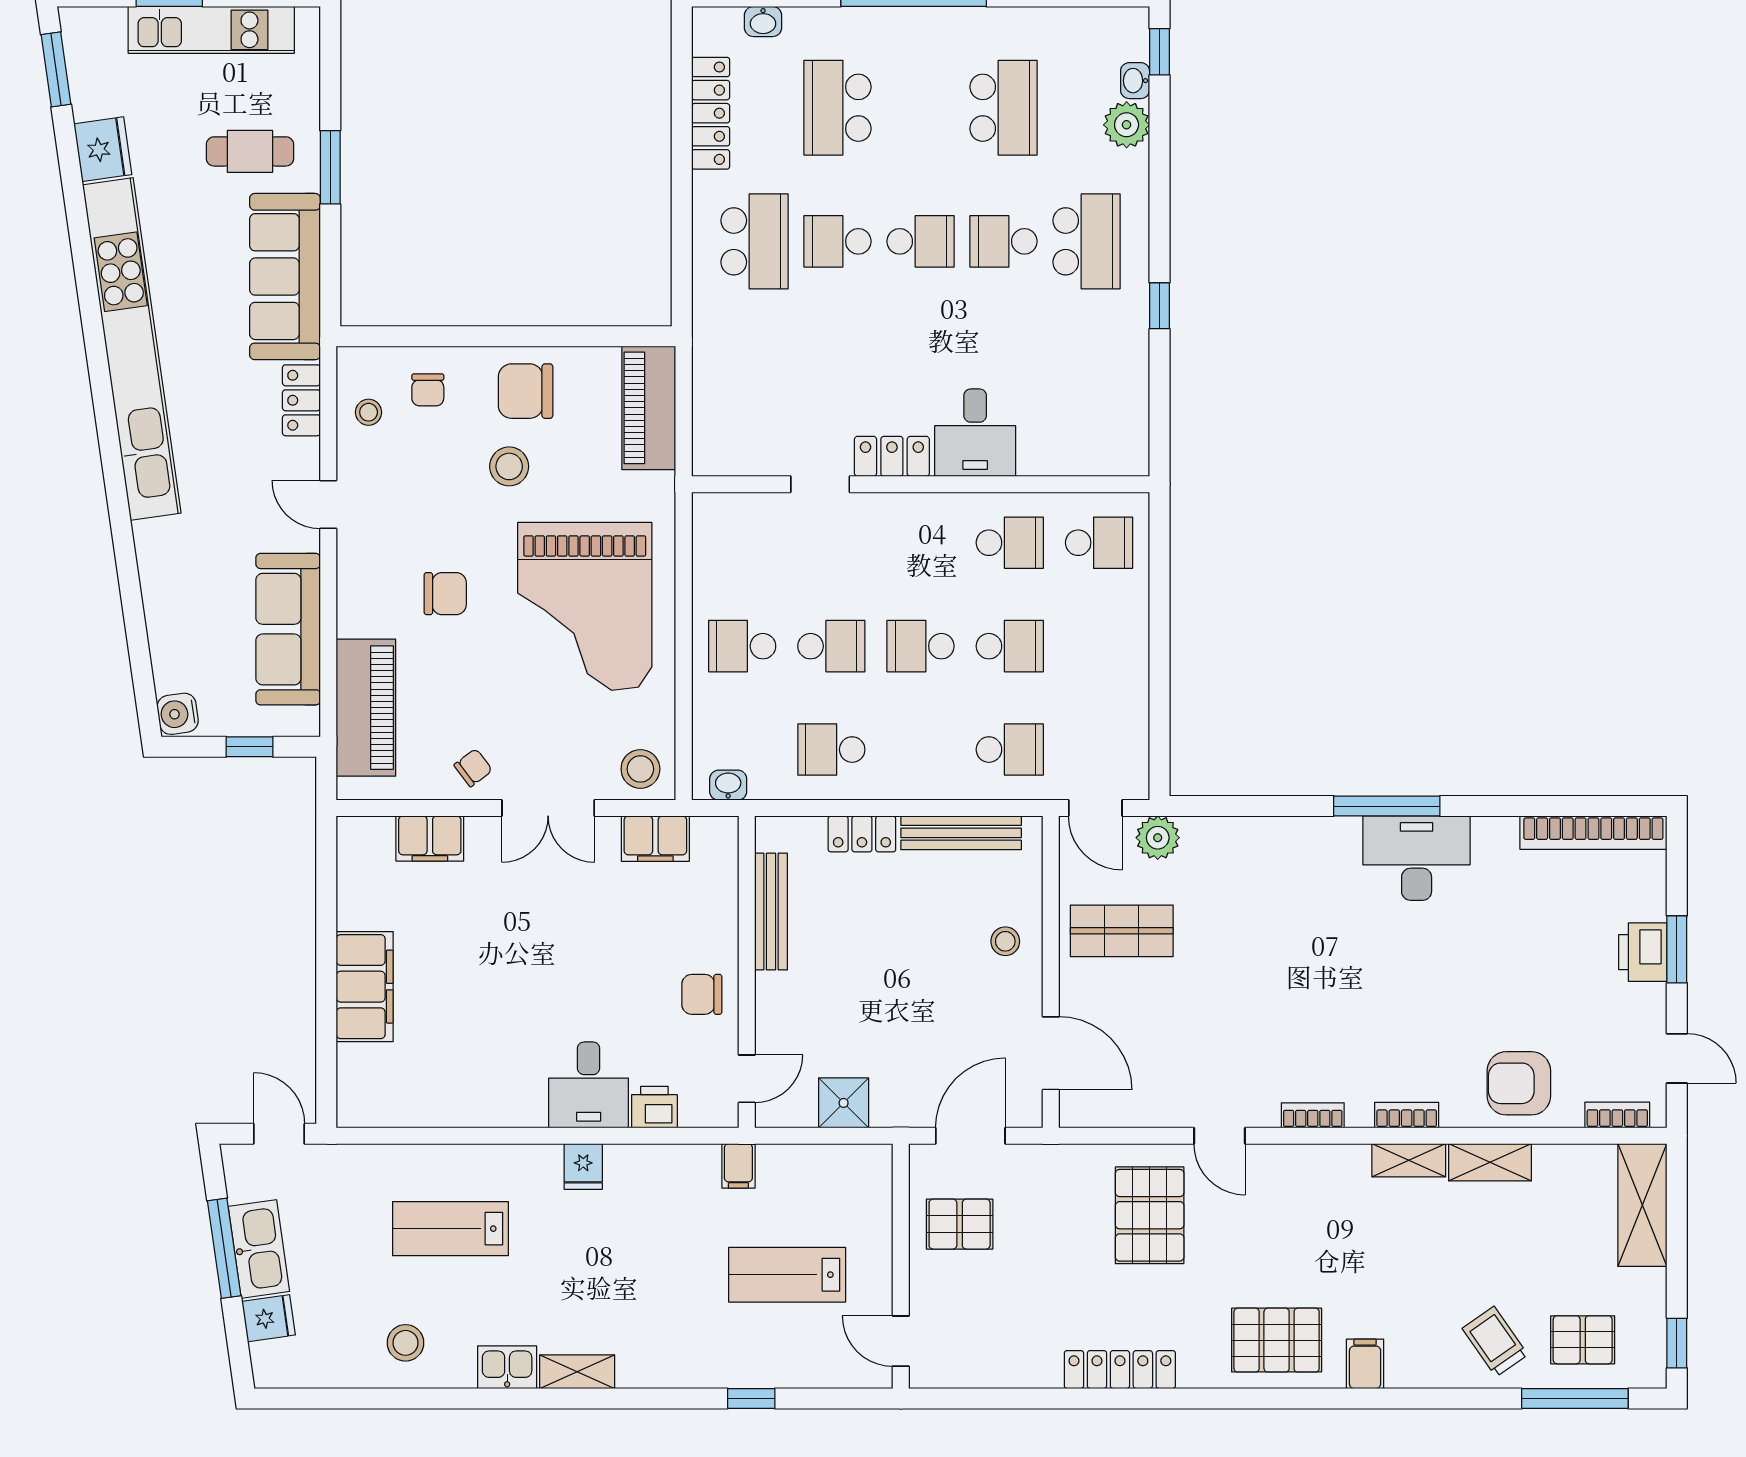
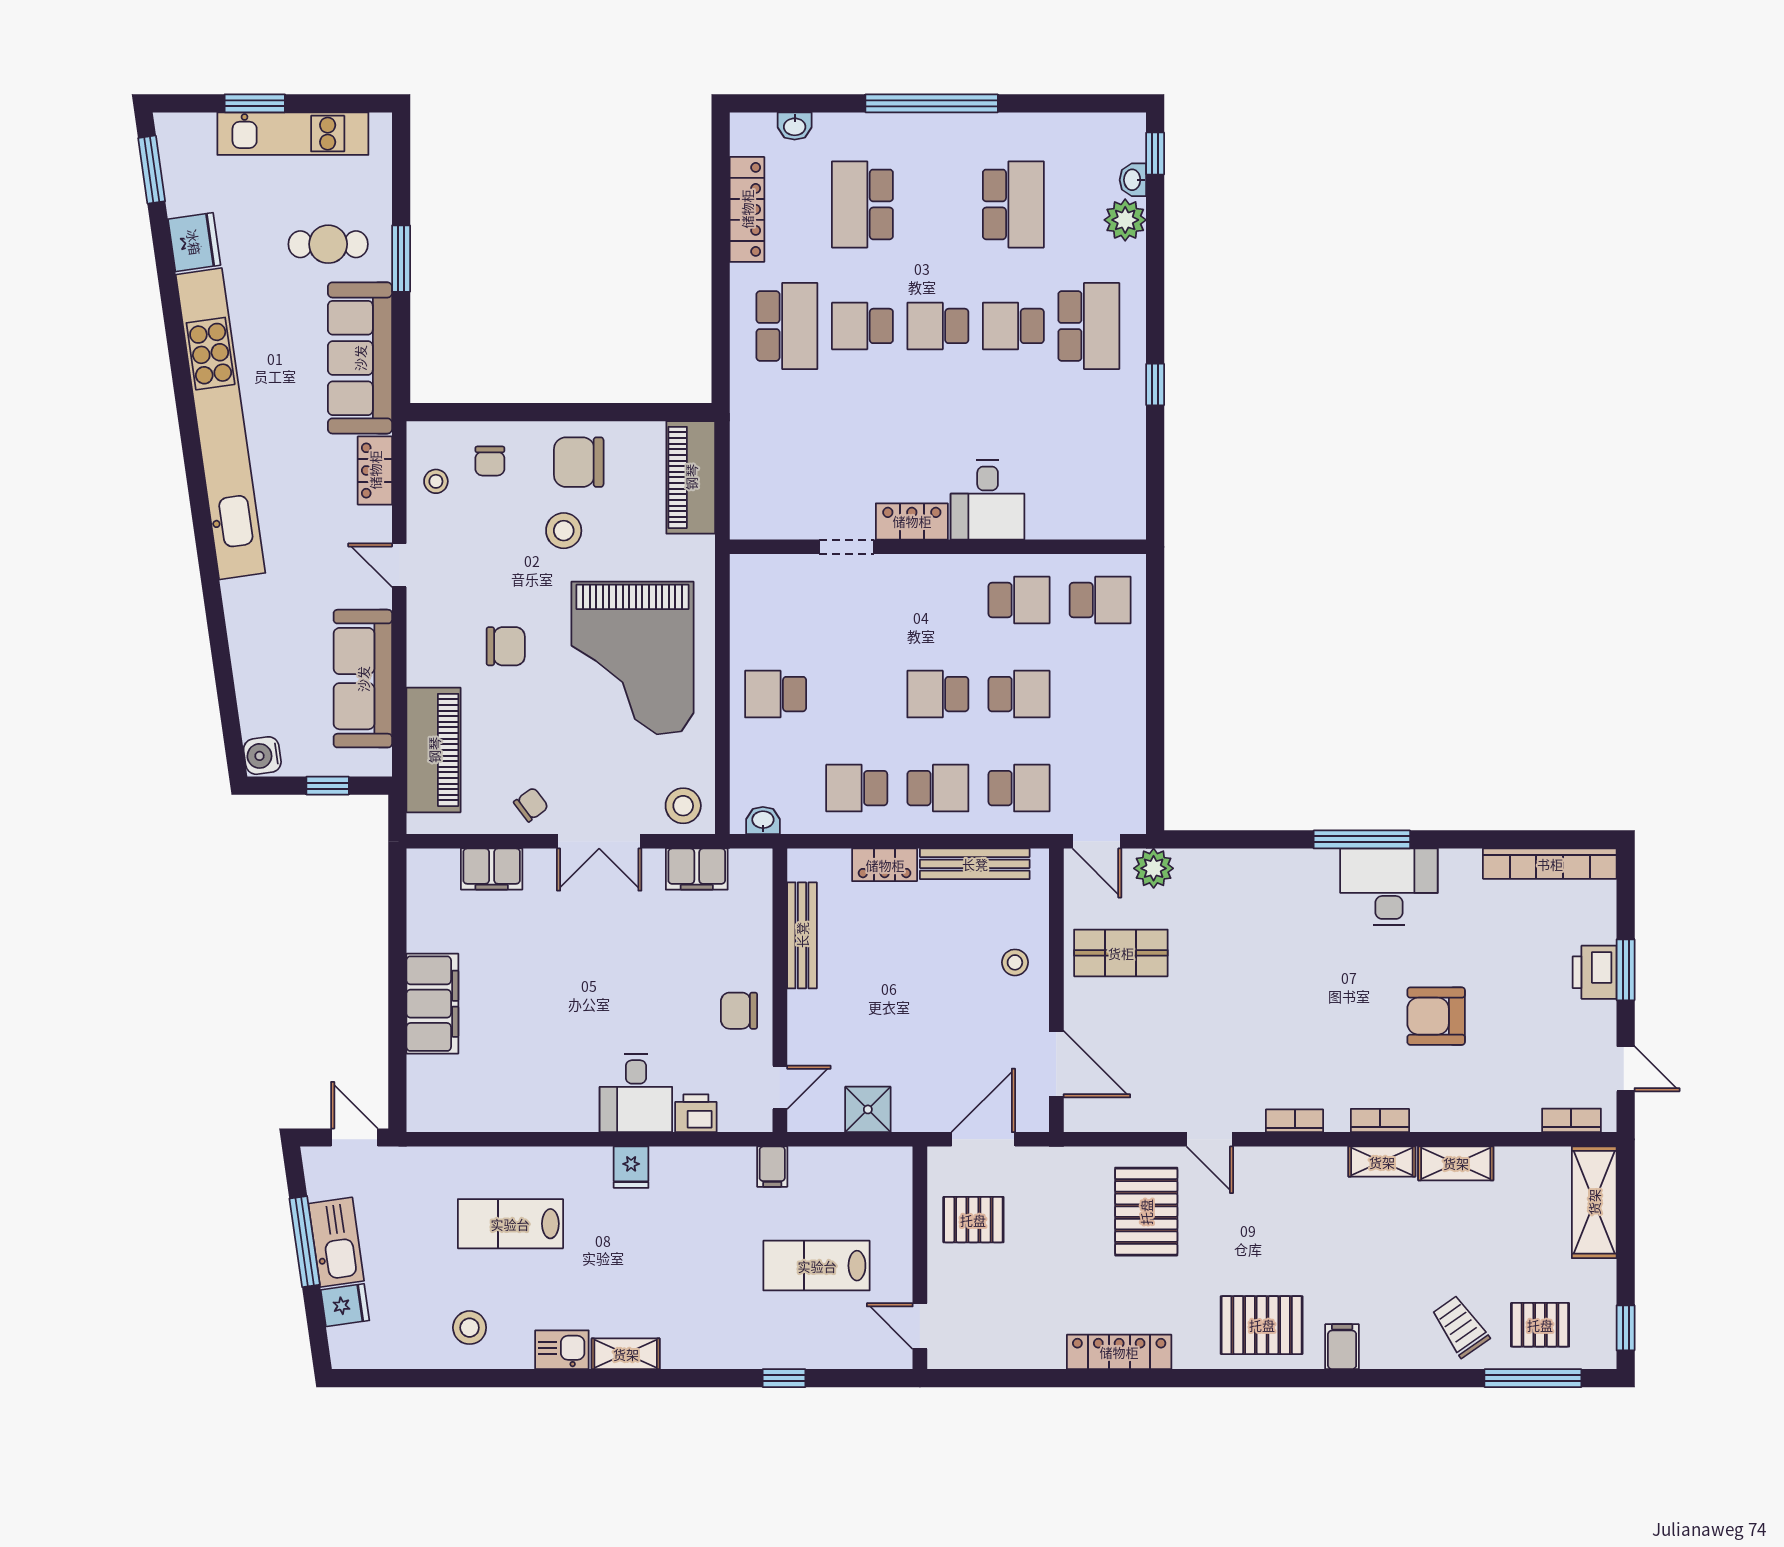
school desk: (921, 241) -> (938, 326), turned 180
school desk: (831, 646) -> (938, 788), moved
armchair: (1519, 1083) -> (1436, 1016), moved

